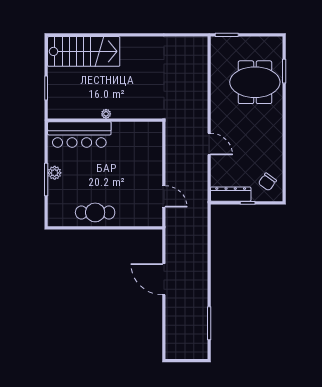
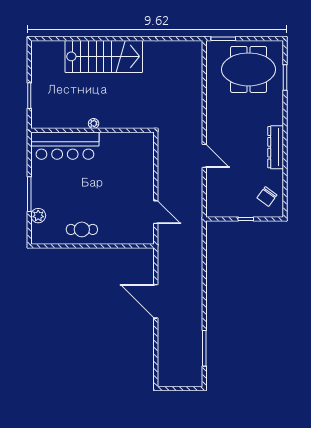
stairs: (84, 51) -> (104, 56), moved
meeting table: (255, 82) -> (249, 69), moved
plant: (55, 173) -> (38, 216), moved
dresser: (231, 194) -> (276, 147), moved, turned -90
cafe table: (95, 212) -> (82, 229), width x0.73, depth x0.74

